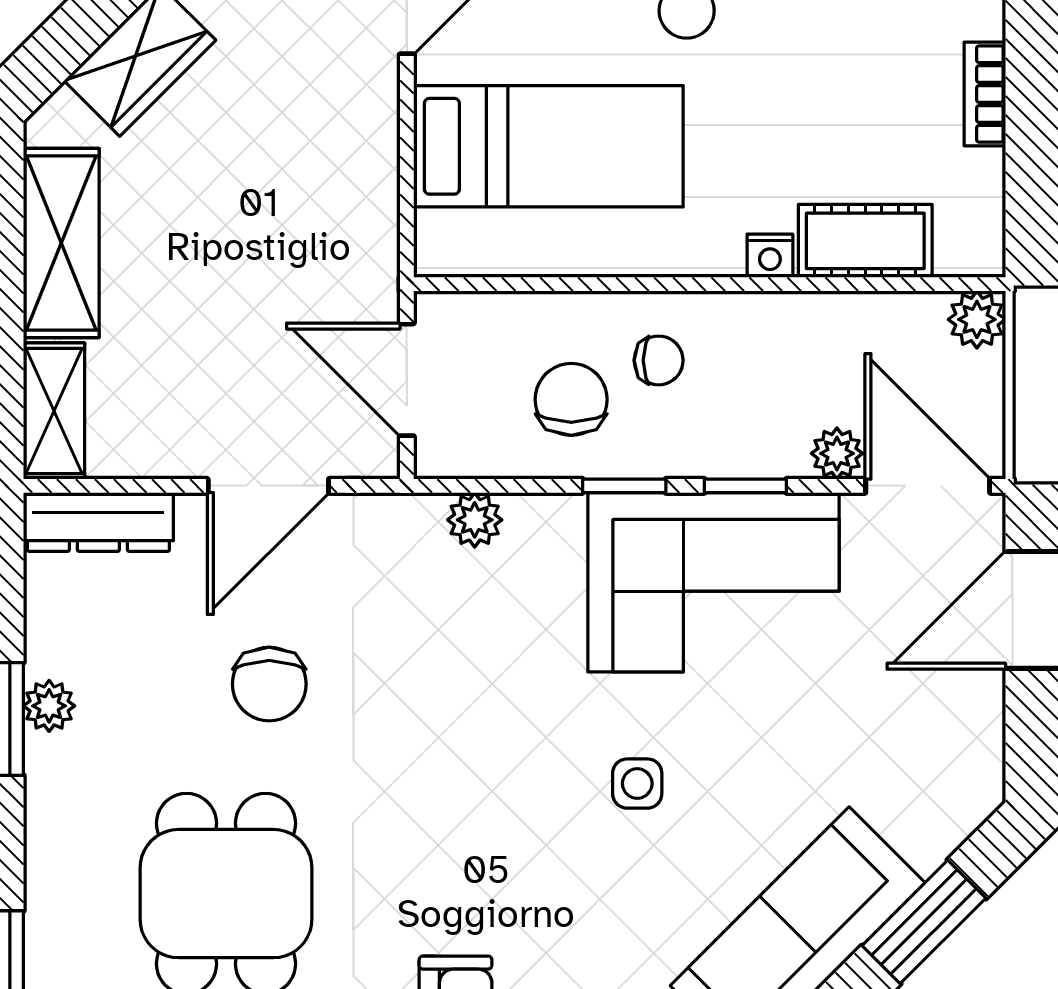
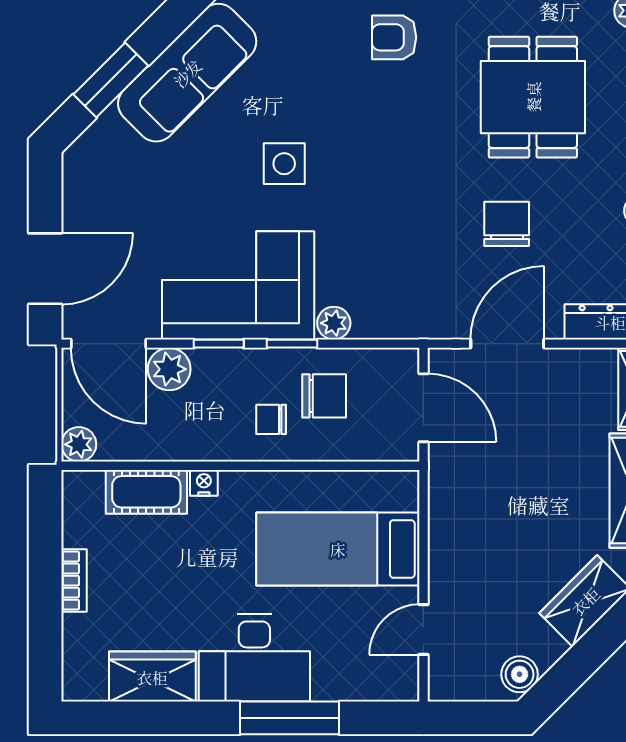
chair: (571, 399) -> (324, 396), turned -90
plant: (837, 453) -> (169, 369), width x1.38, depth x1.38
plant: (475, 520) -> (334, 323), moved
side table: (637, 784) -> (284, 164), width x1.37, depth x1.37

